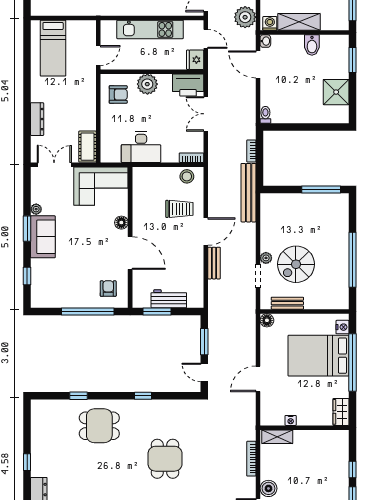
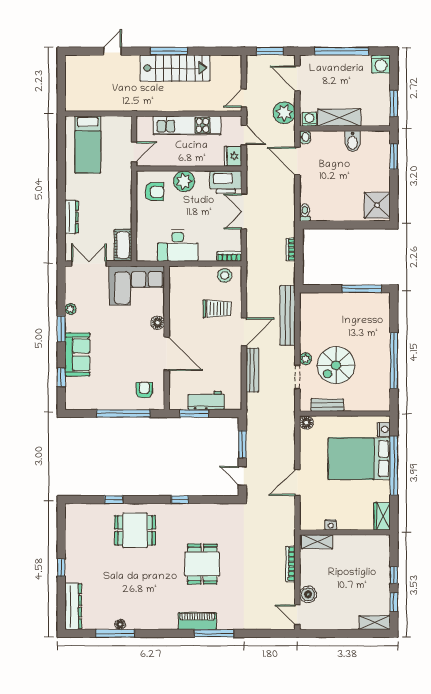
shower: (336, 92) -> (377, 205), moved
bench: (249, 193) -> (288, 315), moved
sofa: (43, 237) -> (77, 355), moved
bench: (214, 263) -> (252, 370), width x1.36

